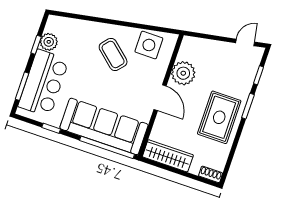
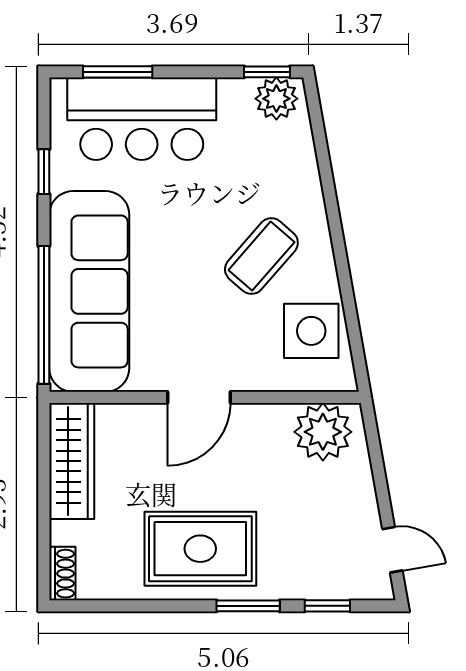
plant: (49, 42) -> (276, 99), moved
window: (36, 45) -> (267, 72), moved
plant: (183, 73) -> (323, 432), moved

